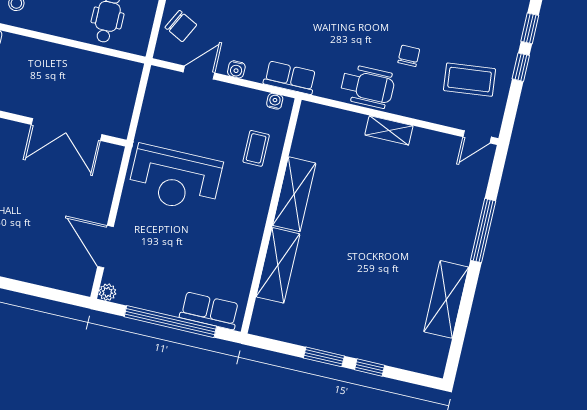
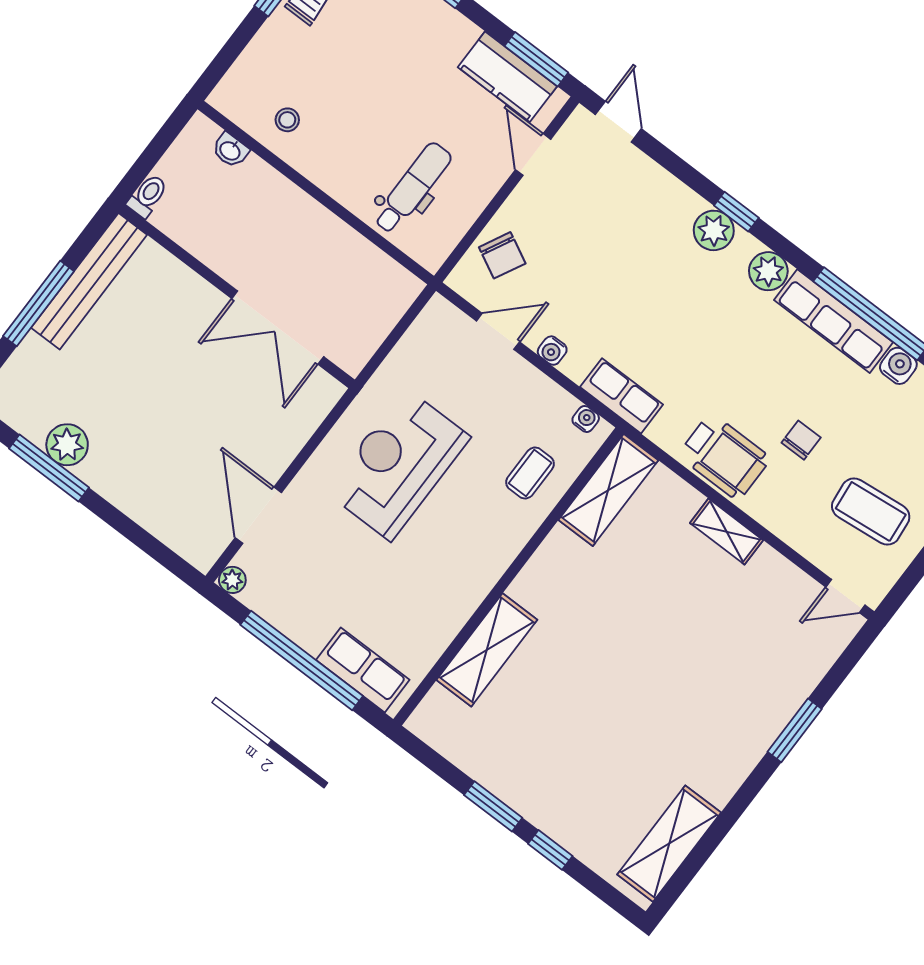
reception desk: (175, 179) -> (398, 464), turned 90
shelving: (294, 194) -> (608, 490), moved
window: (483, 231) -> (795, 730), width x0.69
shelving: (446, 299) -> (669, 844), moved

